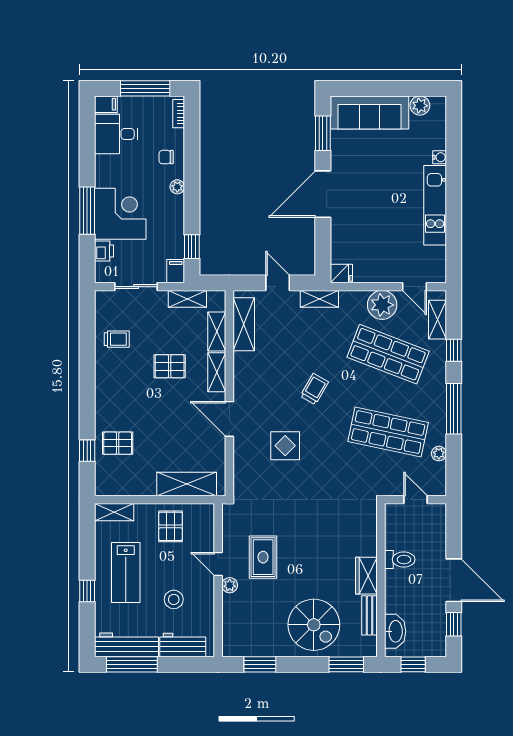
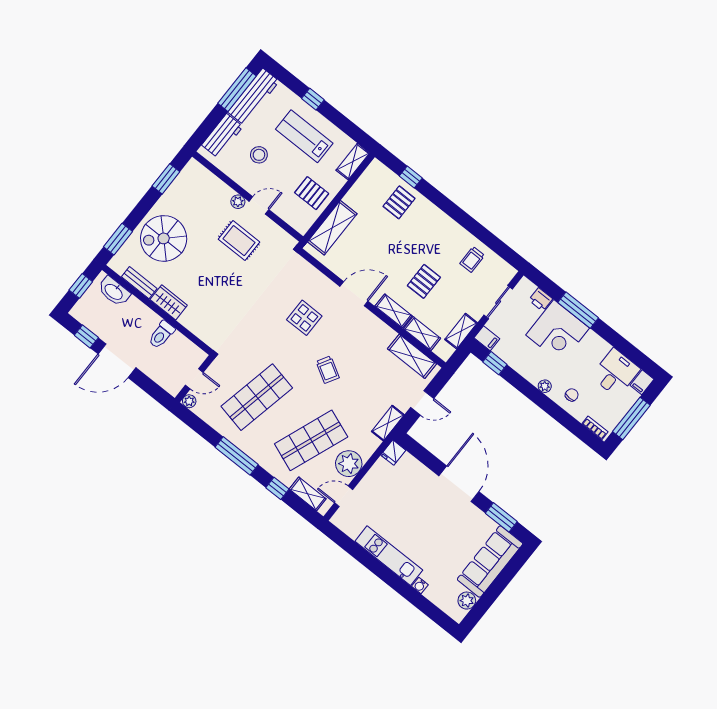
plant: (439, 454) -> (189, 401), moved

